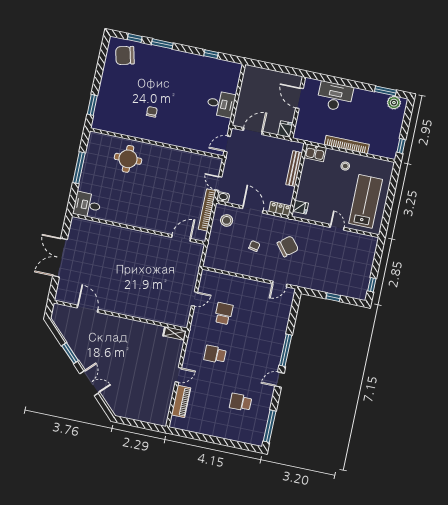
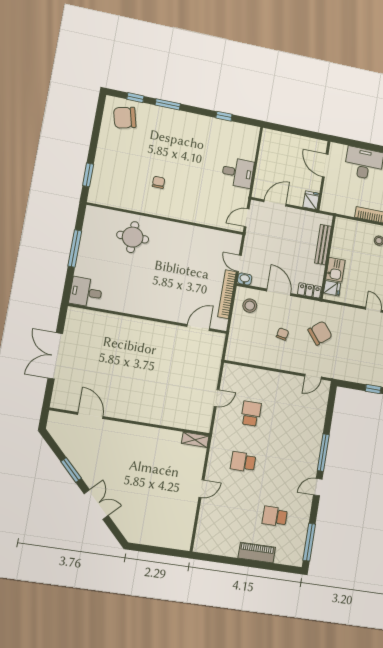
kitchen sink: (315, 153) -> (335, 270), moved, turned -90
piano: (181, 401) -> (257, 553), moved, turned -90

